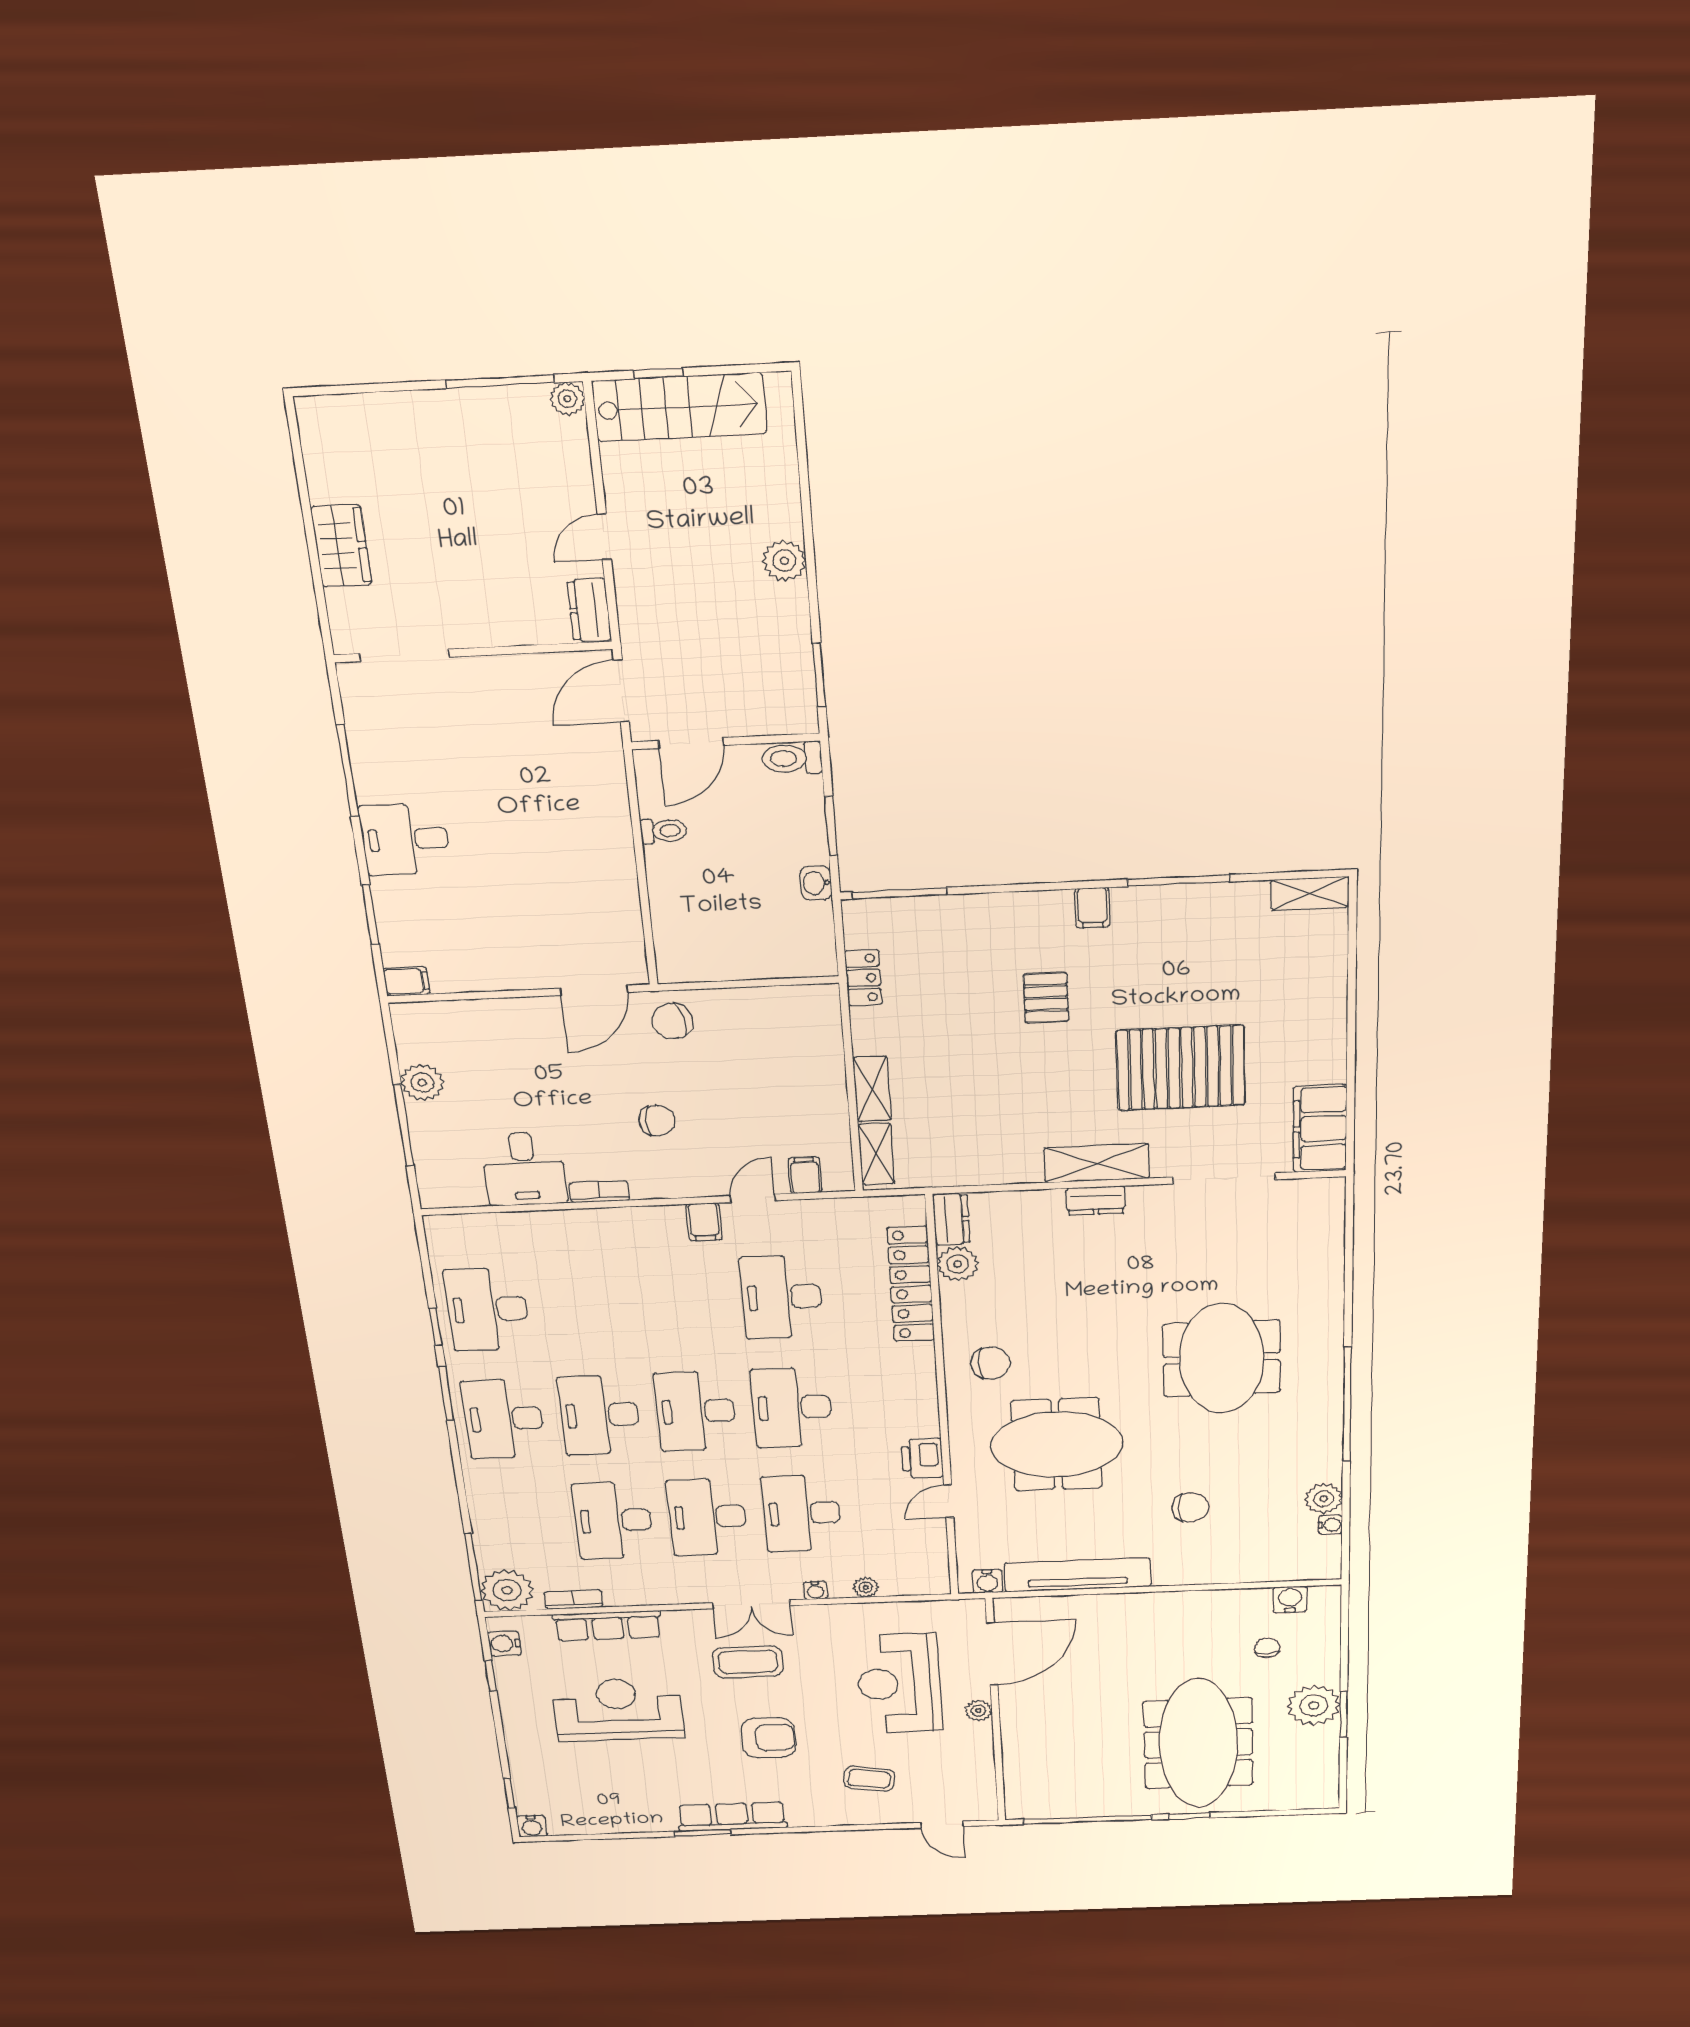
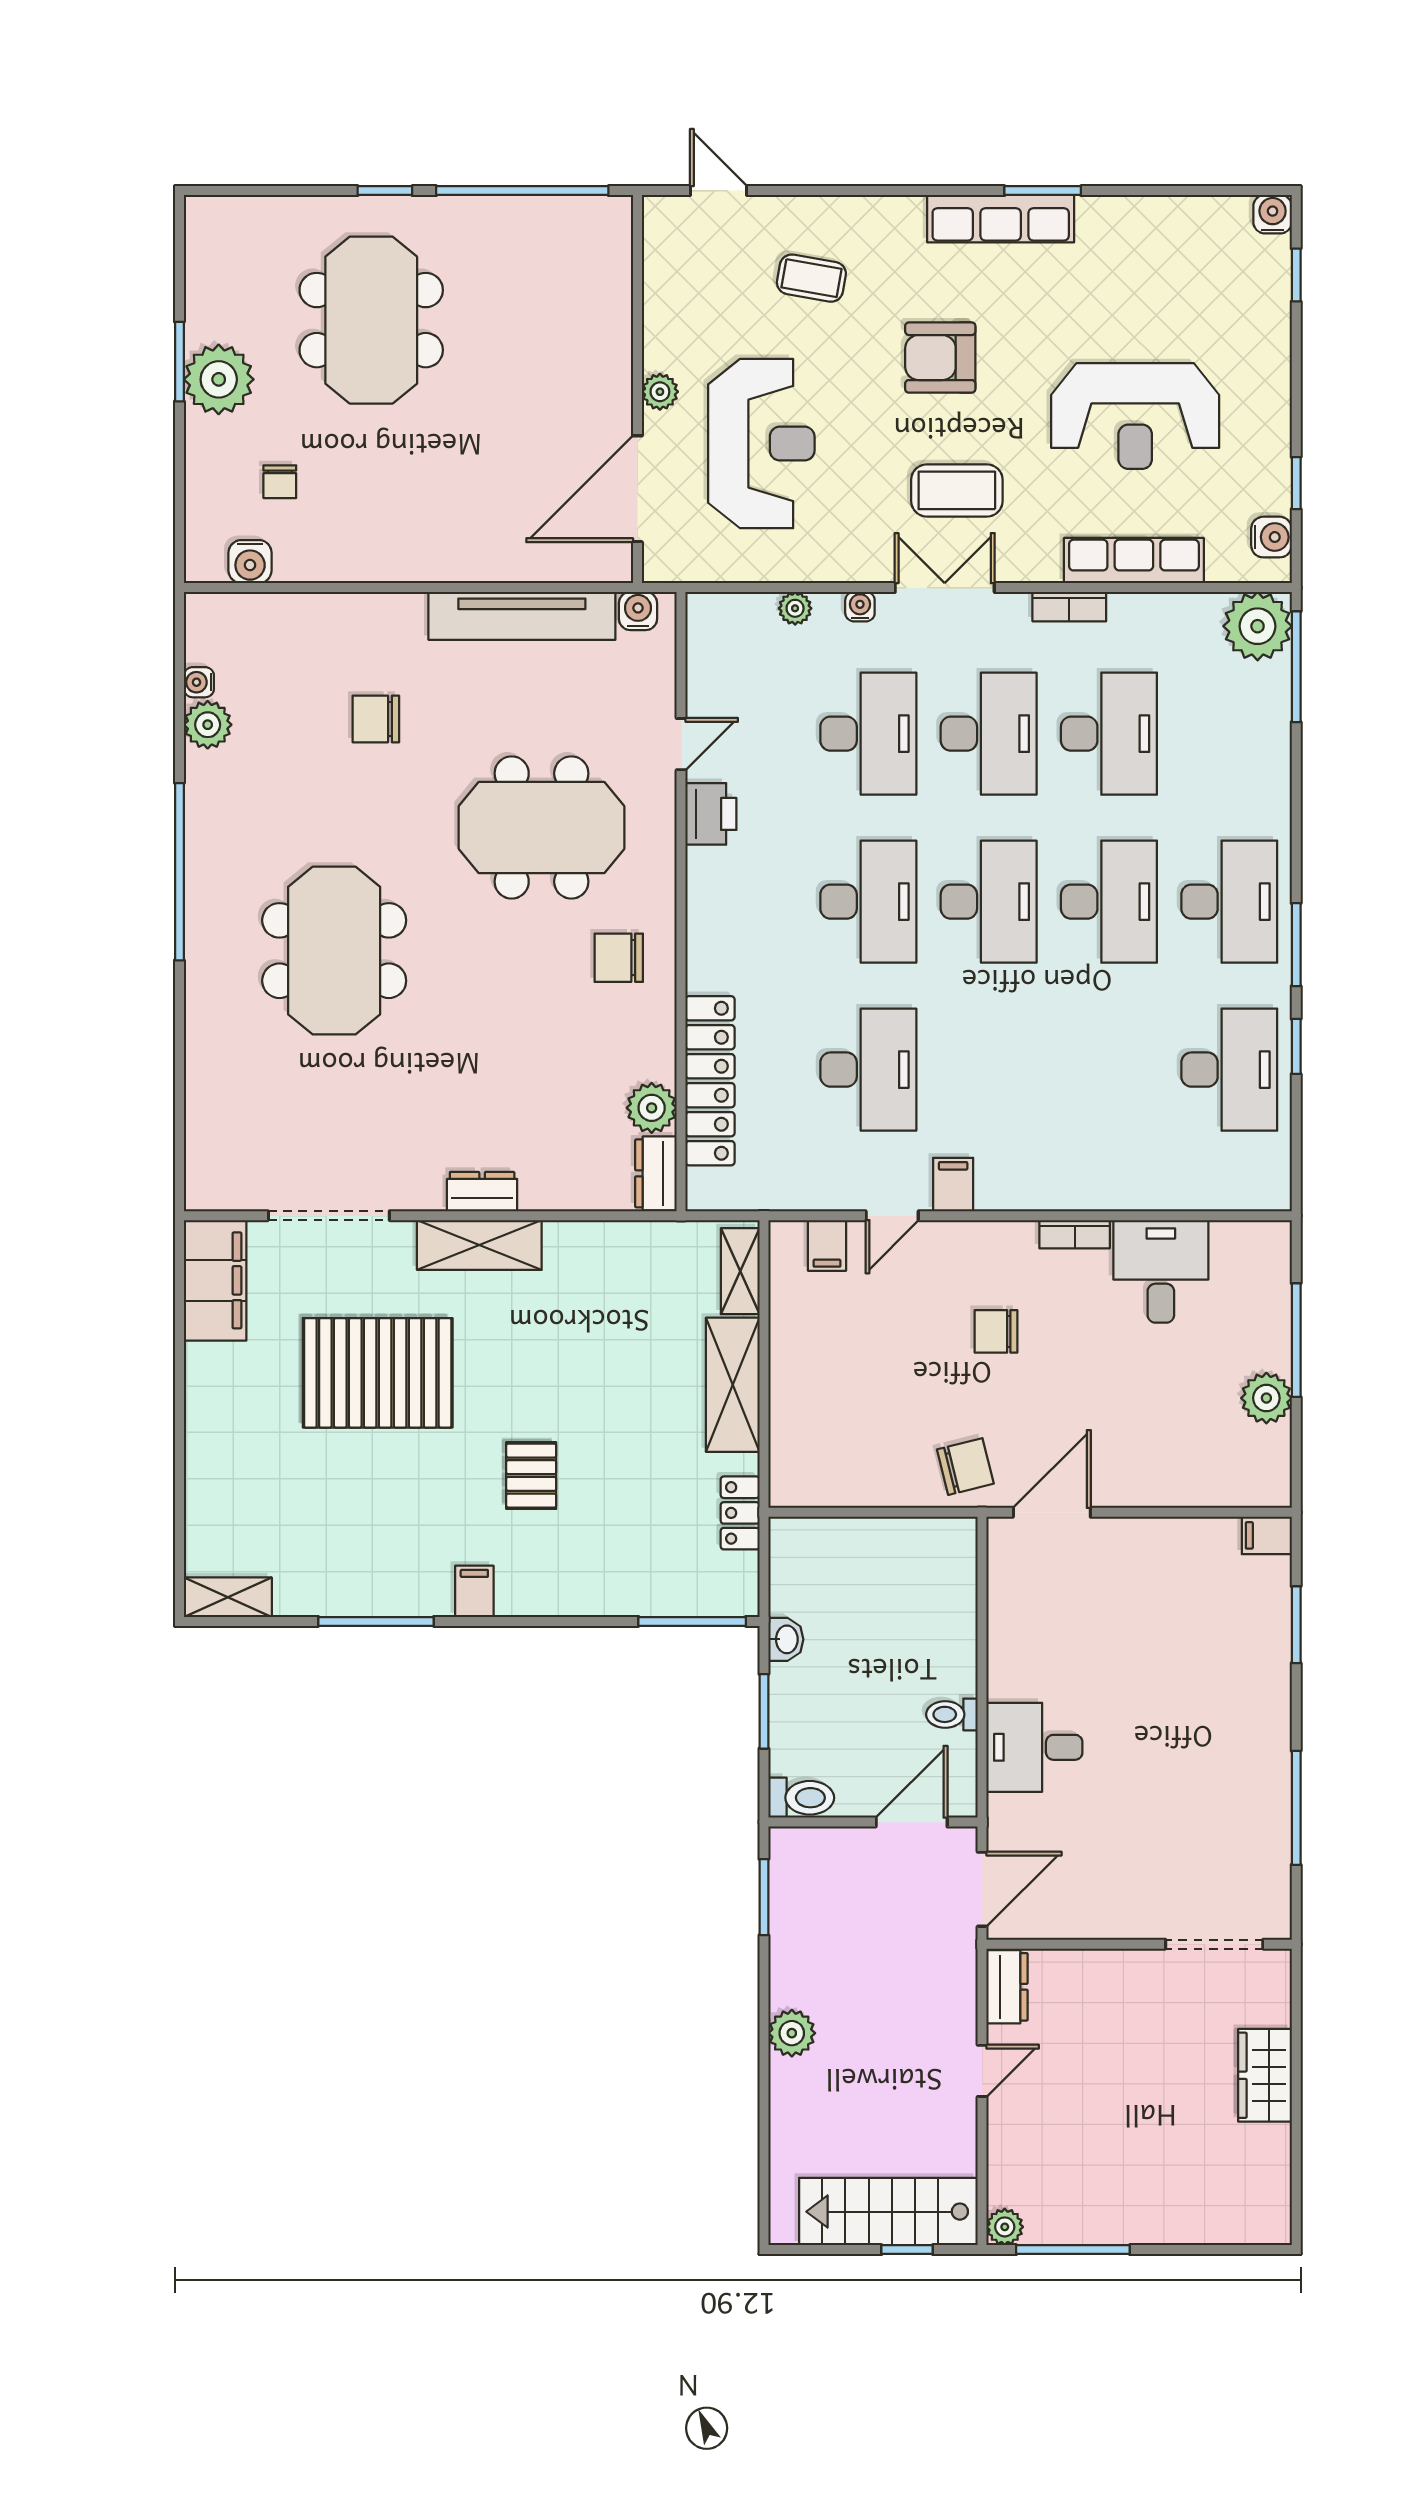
desk: (405, 839) -> (1034, 1747), moved, turned 180
shelving: (872, 1089) -> (733, 1385), width x1.50, depth x1.33
bookcase: (573, 1600) -> (1069, 607), moved
meeting table: (1198, 1743) -> (371, 320), width x0.73

